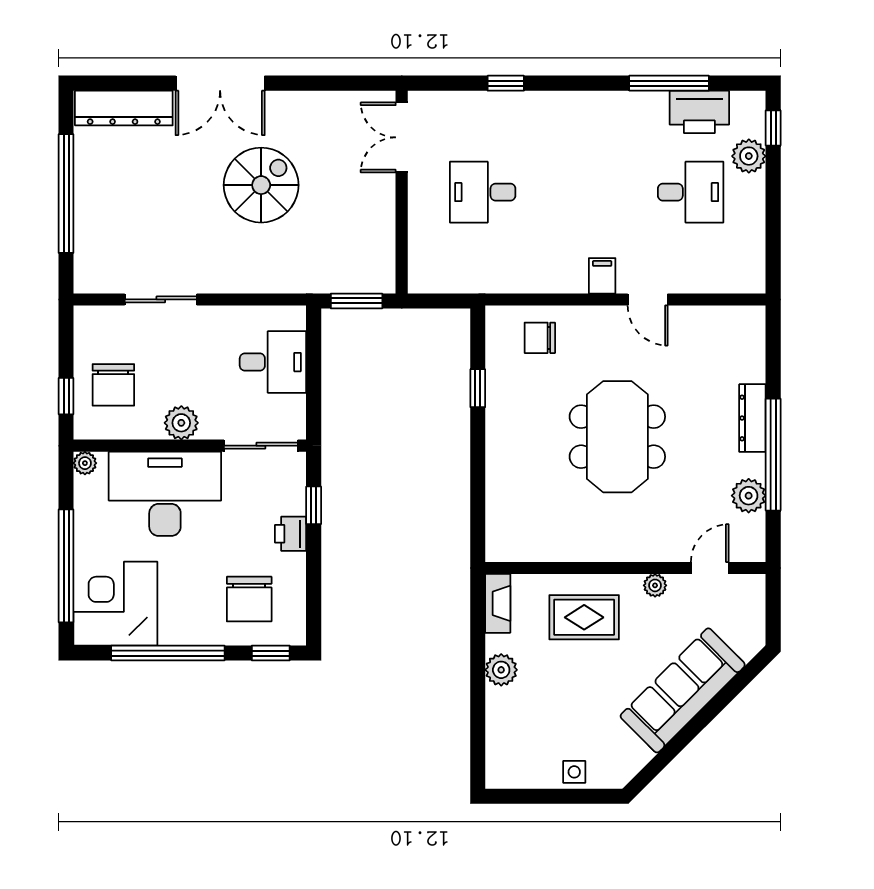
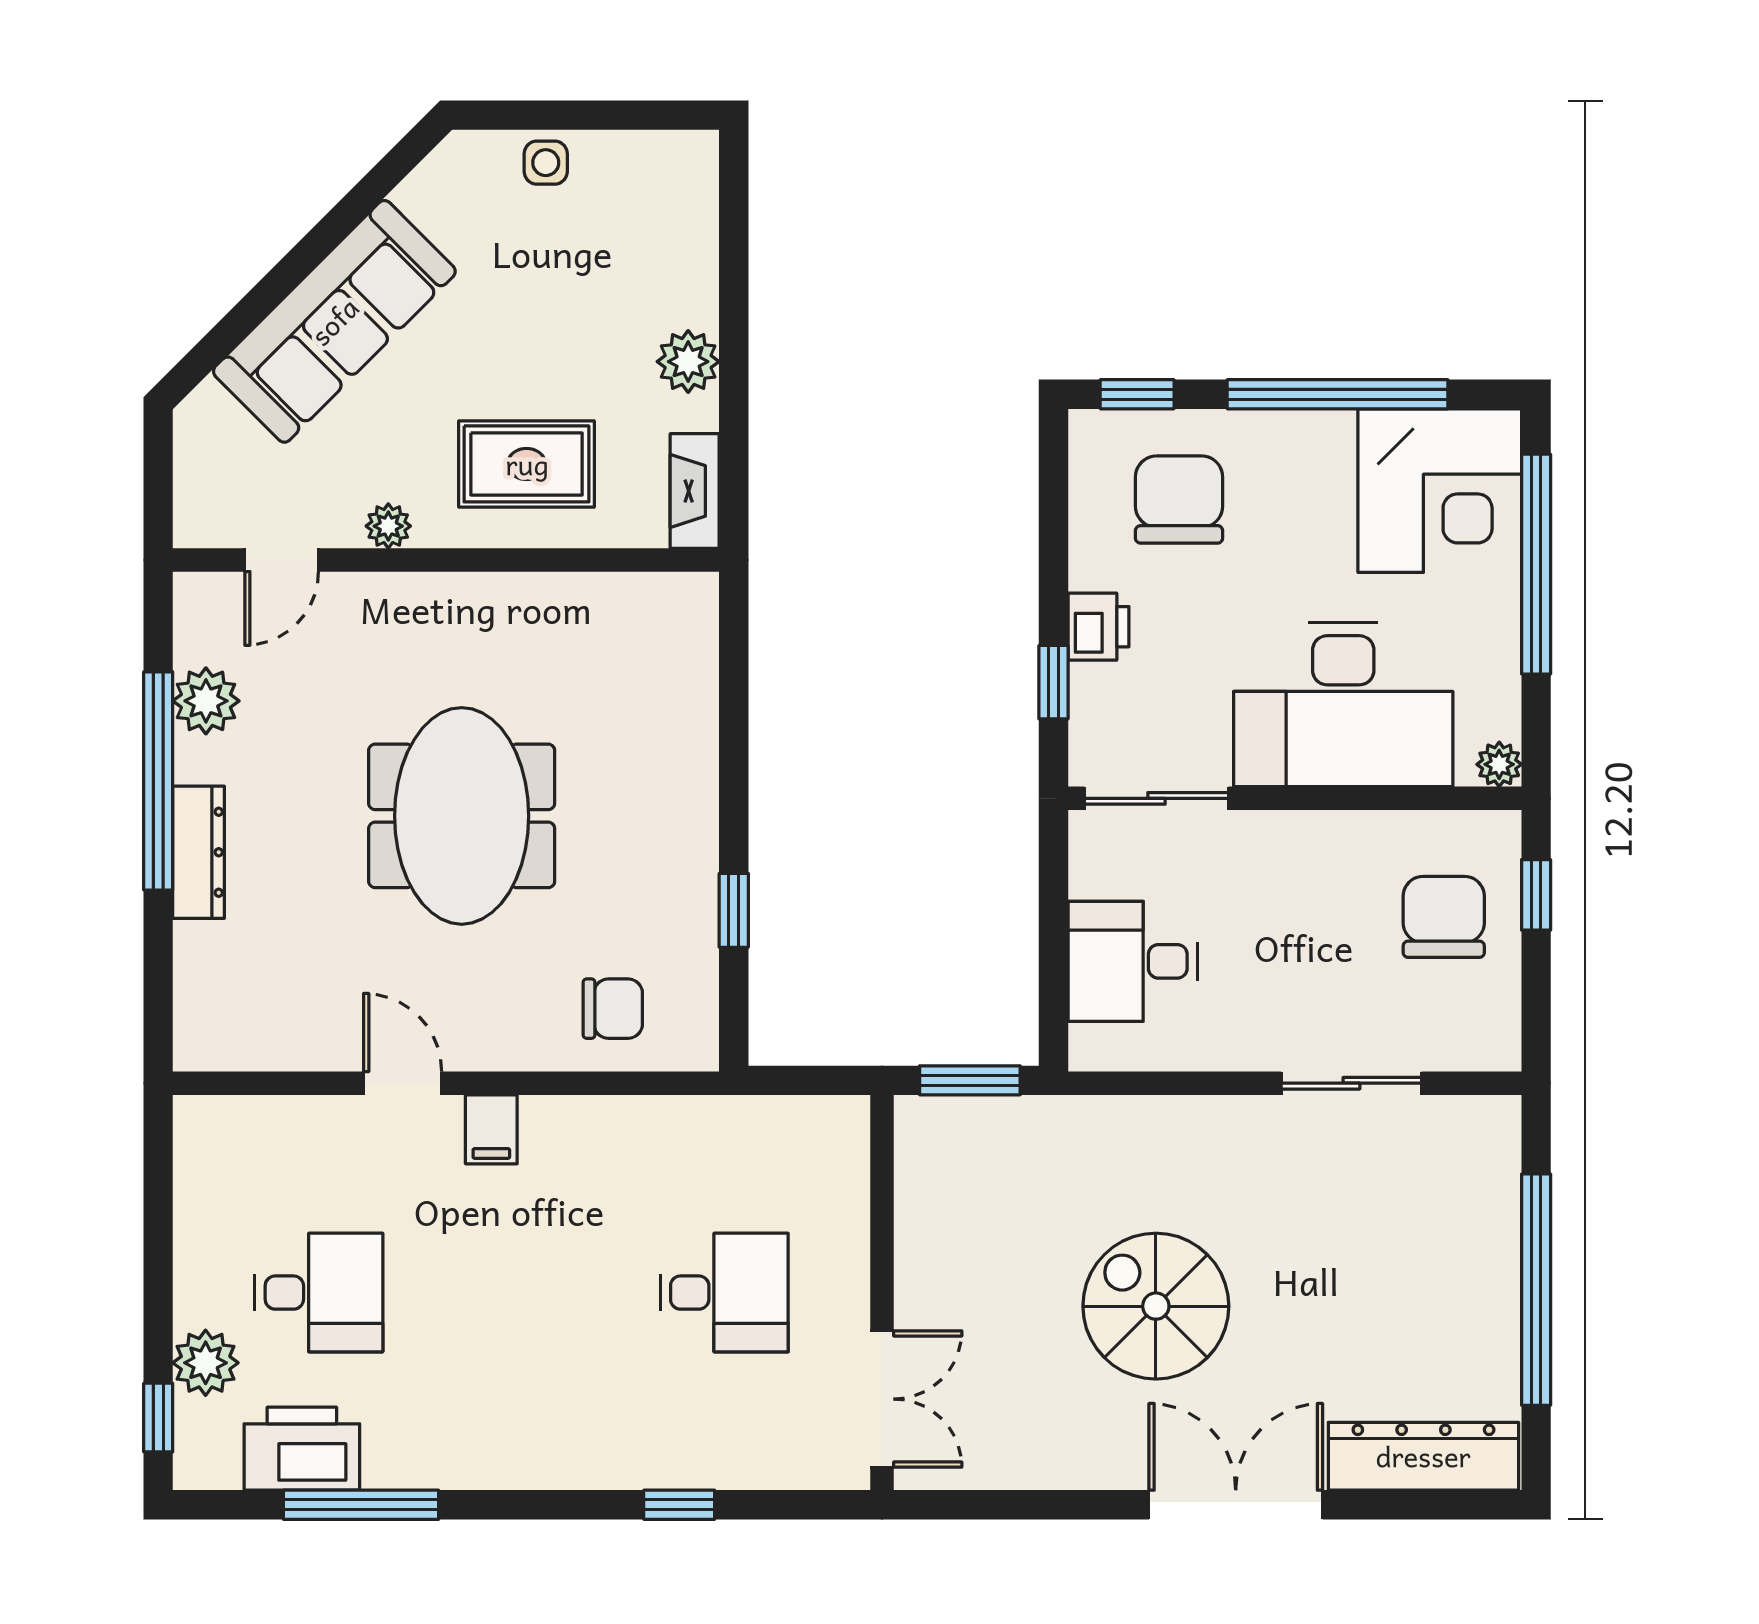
spiral stairs: (261, 185) -> (1156, 1306), turned 90
desk: (691, 192) -> (319, 1293), turned 180
plant: (181, 423) -> (1312, 843), removed

